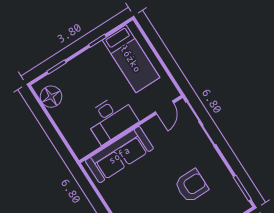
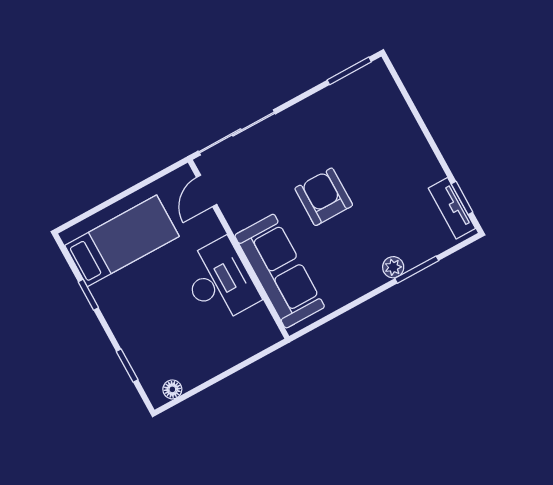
floor lamp: (51, 97) -> (172, 389), width x0.53, depth x0.53
door: (165, 107) -> (207, 191), swing flipped
armchair: (191, 186) -> (324, 197), moved

